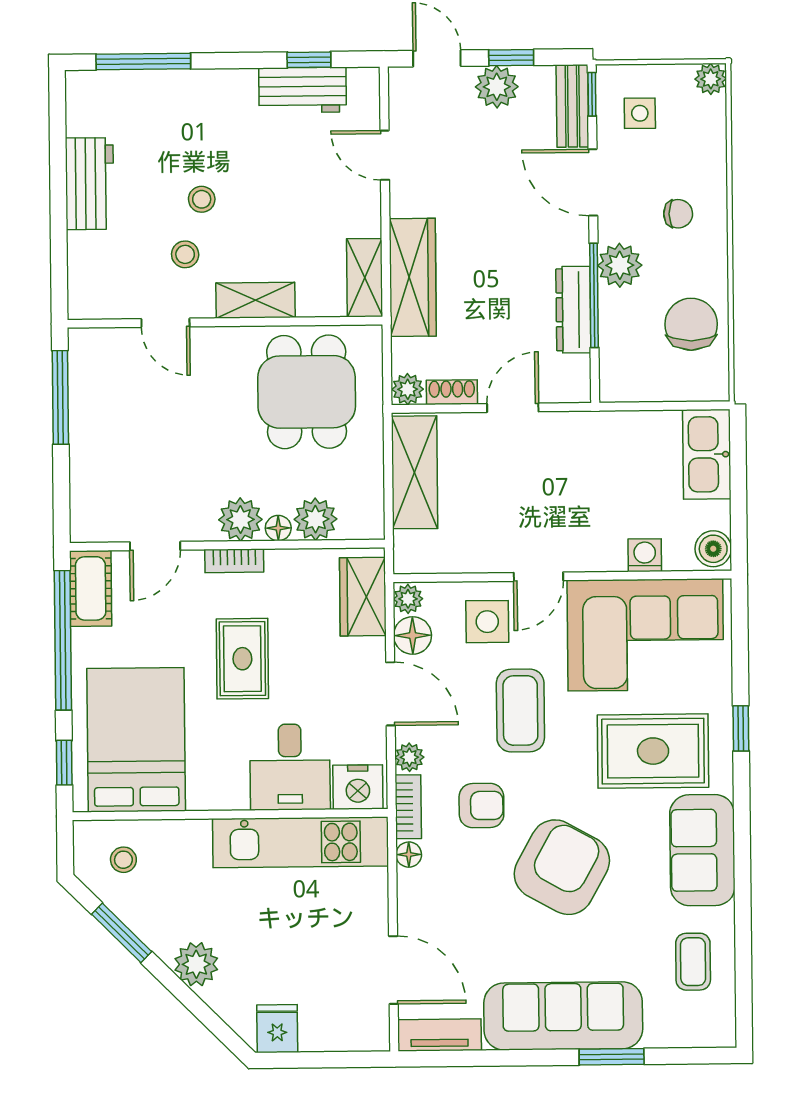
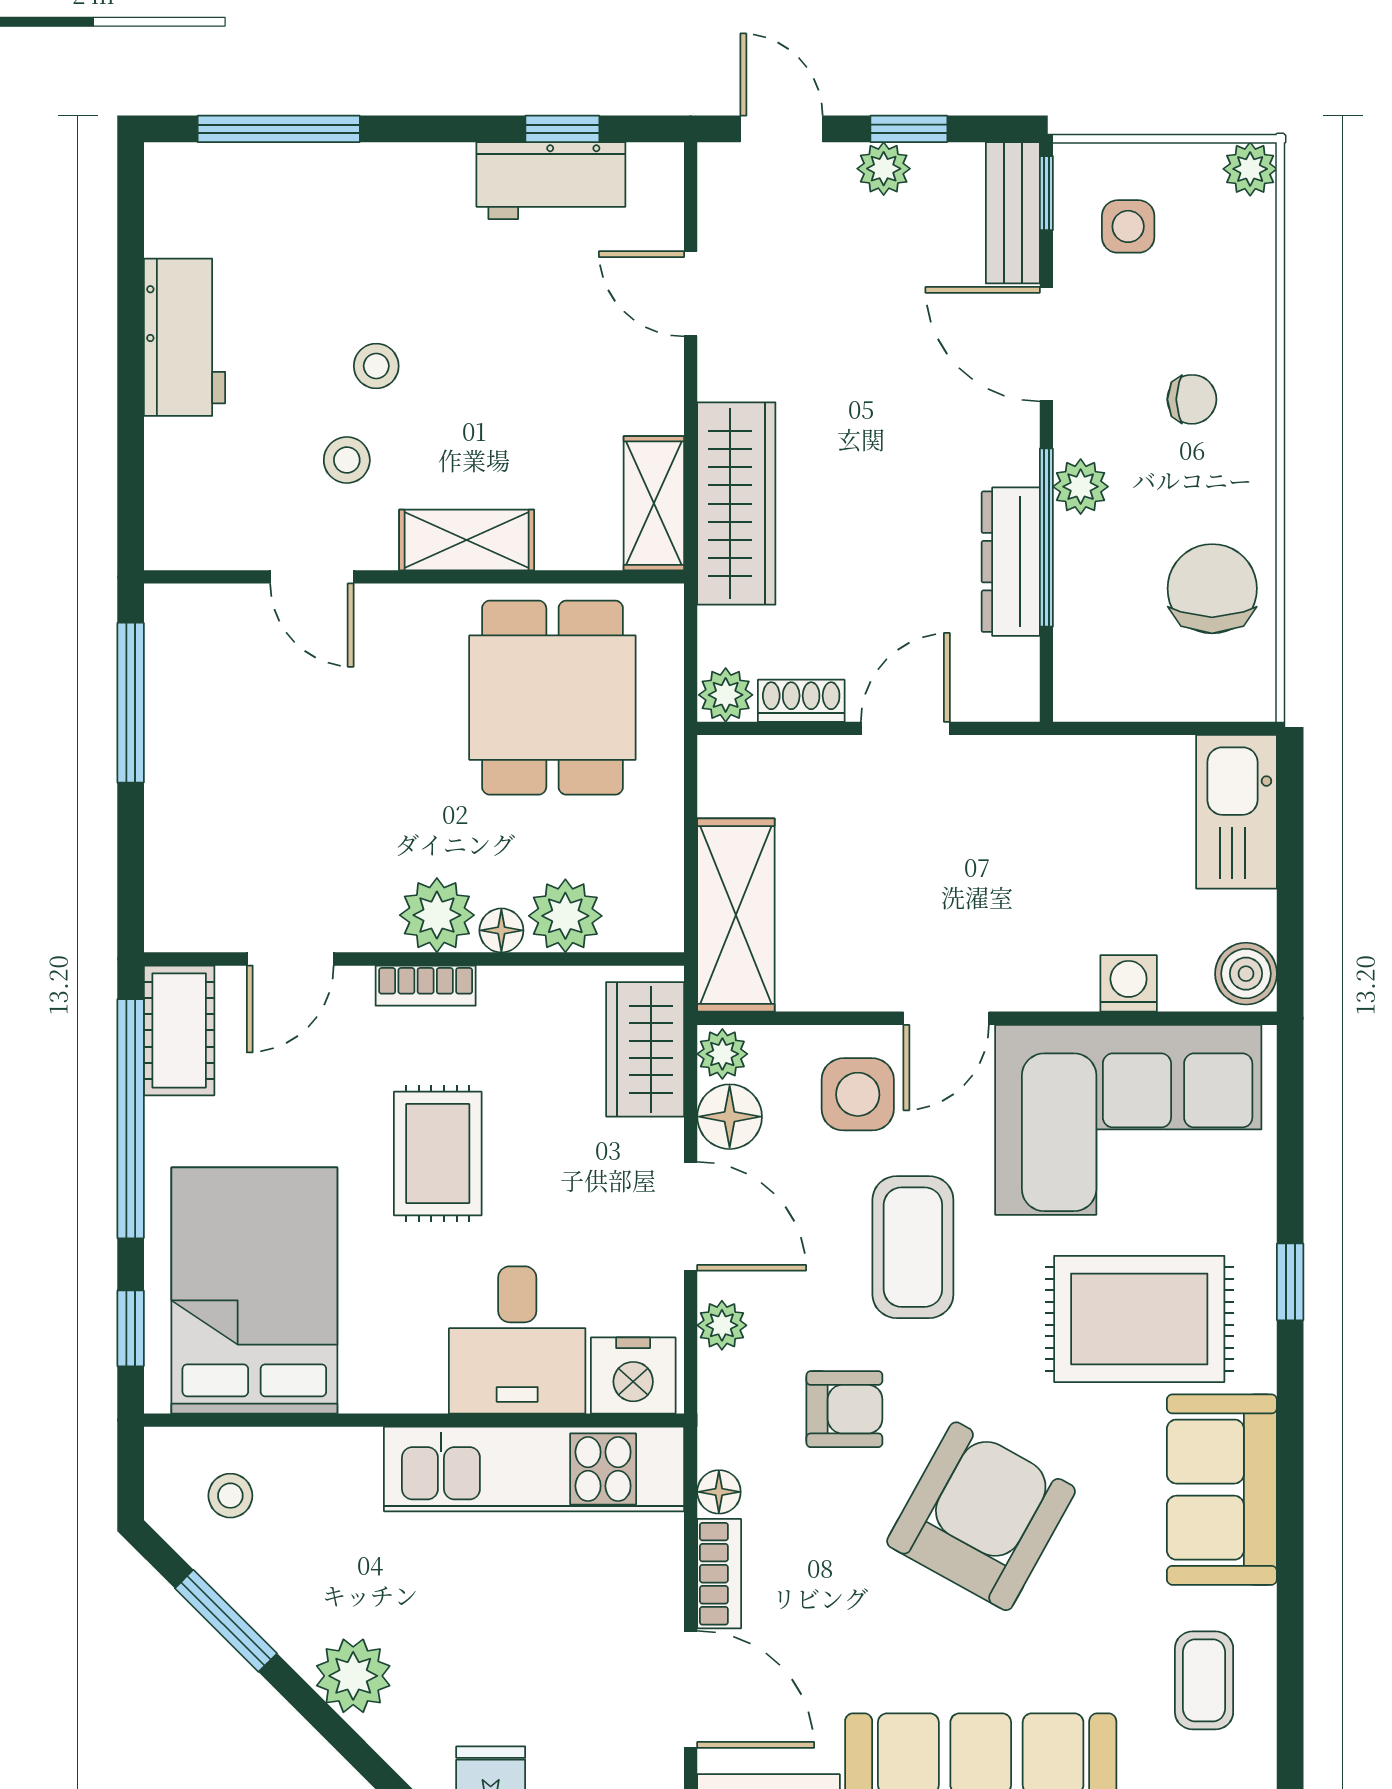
plant: (497, 87) -> (884, 169), width x0.73, depth x0.73
plant: (620, 265) -> (1081, 487), width x0.73, depth x0.73
shelving: (415, 472) -> (736, 915), moved
bookcase: (408, 807) -> (719, 1574), moved

